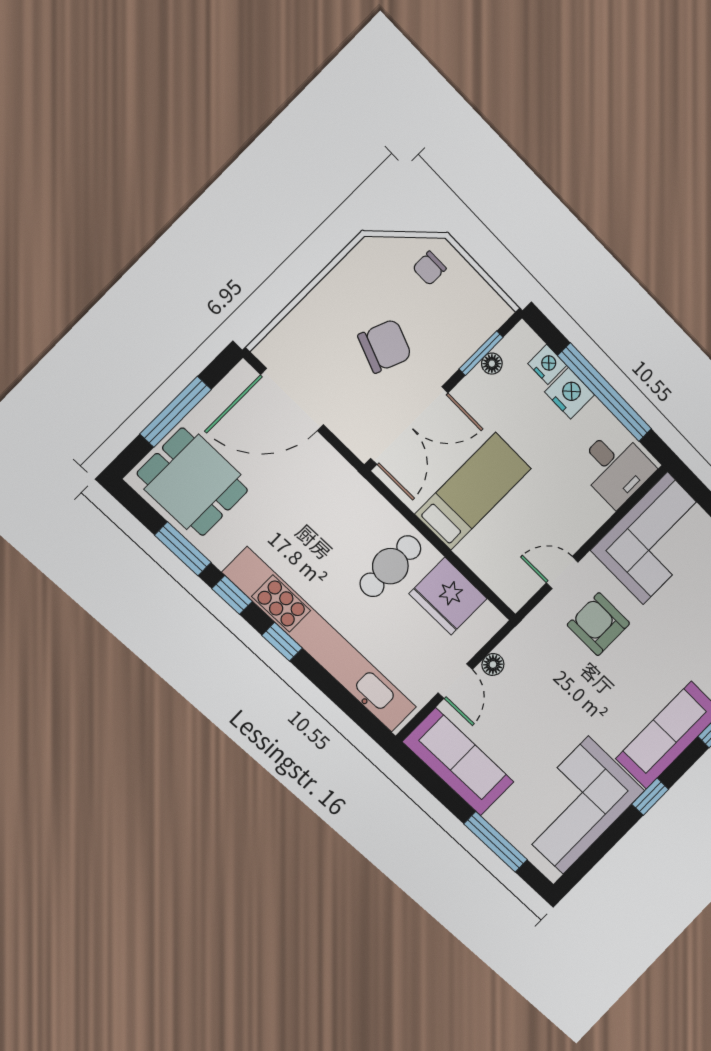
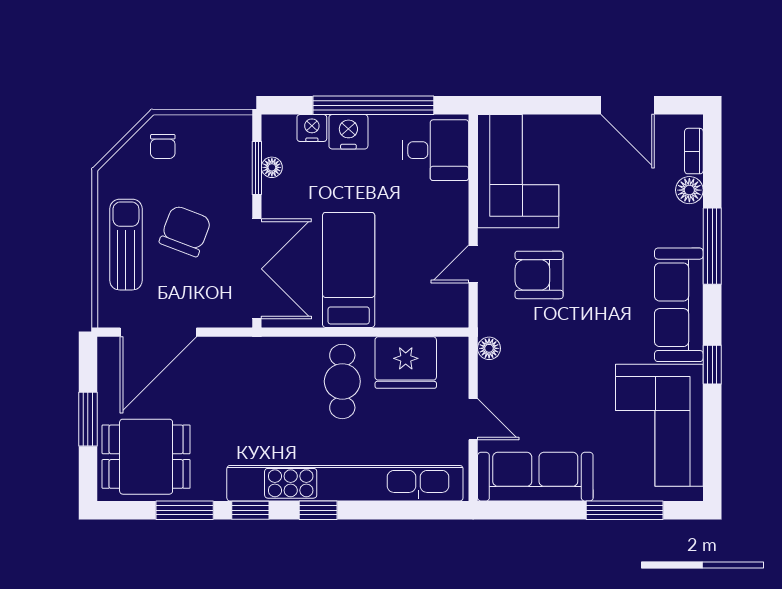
sun lounger: (332, 312) -> (126, 245), added
window: (176, 412) -> (88, 419), width x0.69
floor lamp: (493, 664) -> (489, 348), moved

